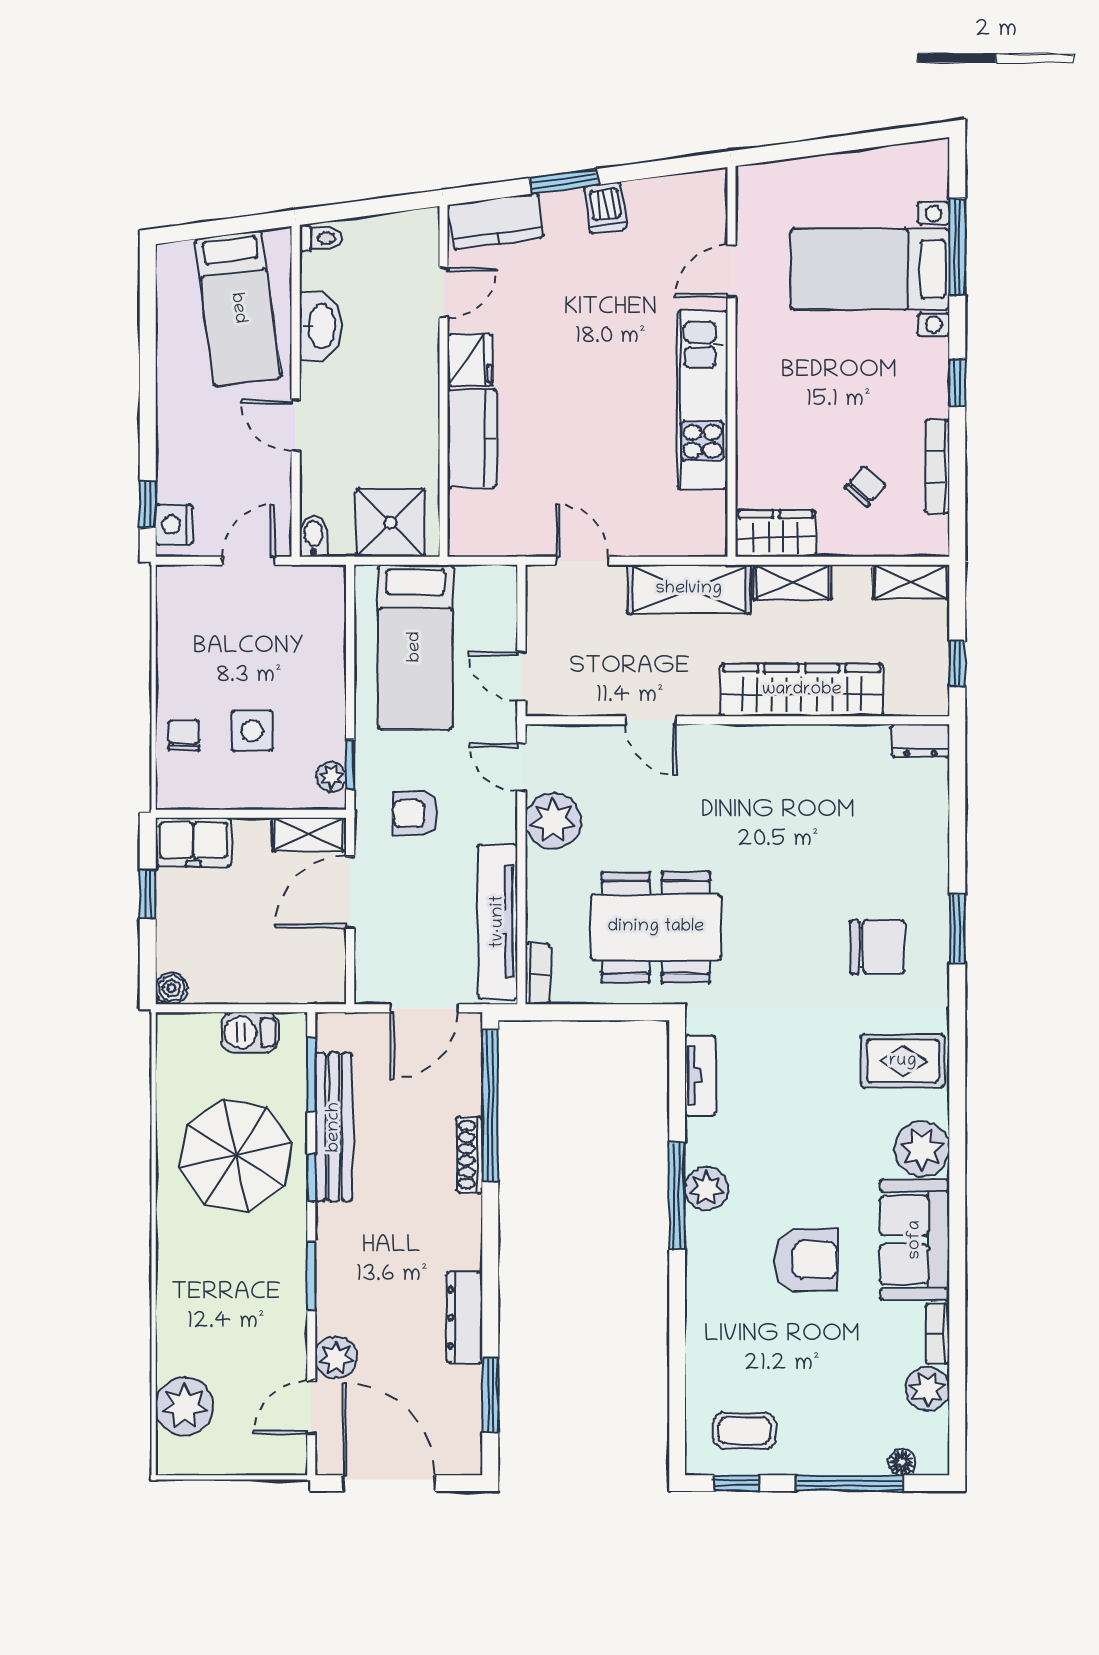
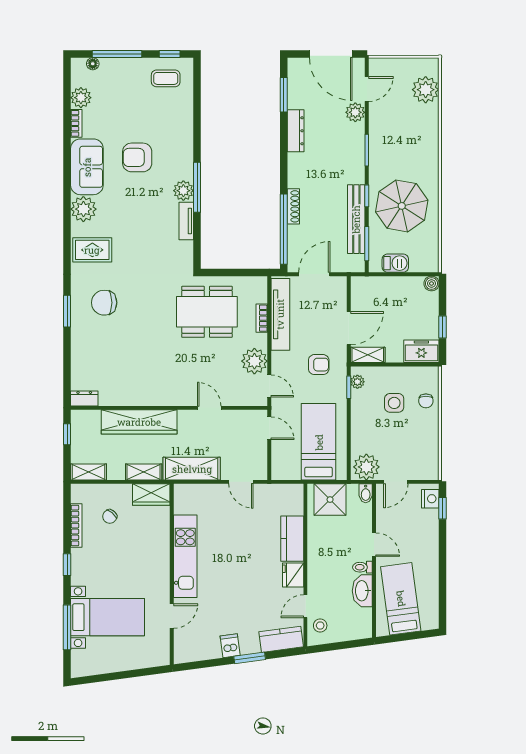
toilet: (321, 238) -> (362, 567), moved
stool: (412, 251) -> (320, 626), added
plant: (312, 593) -> (366, 467), added
bookcase: (537, 974) -> (262, 318), moved
tv unit: (700, 1075) -> (186, 221), moved

